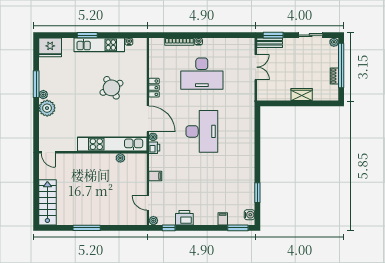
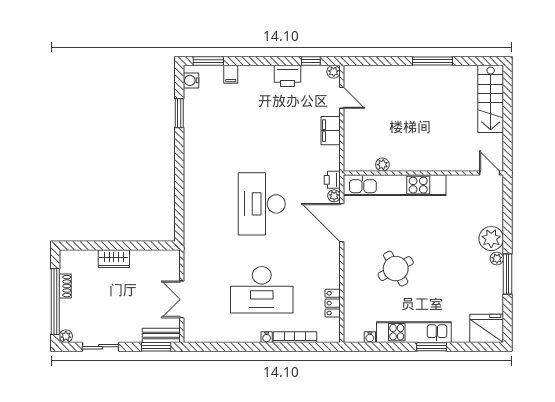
desk: (202, 74) -> (262, 290), turned 180
locker: (154, 88) -> (333, 303), moved
filing cabinet: (155, 176) -> (331, 131), width x2.00

